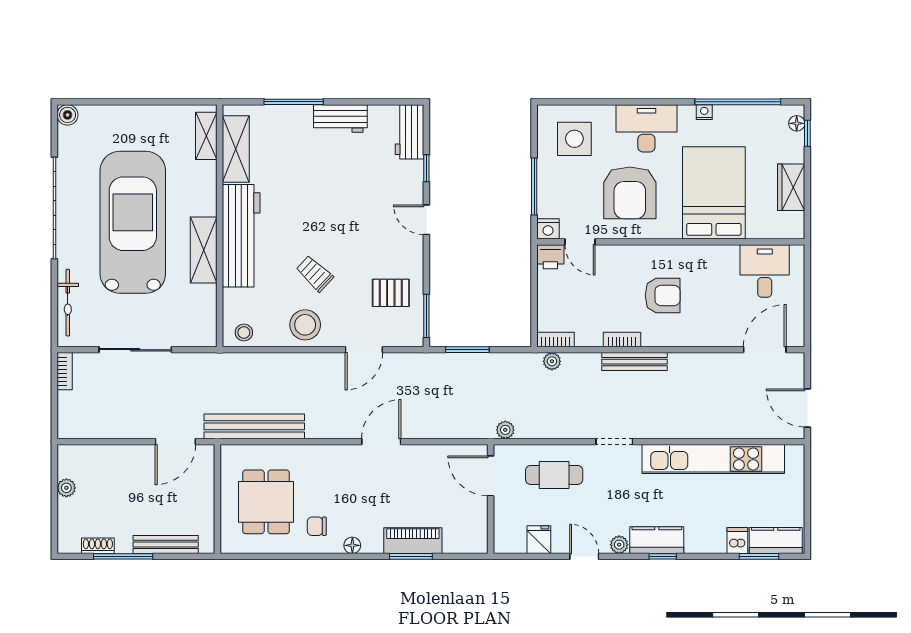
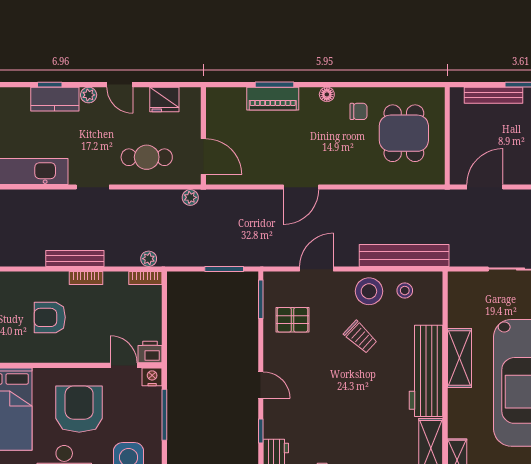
stool: (244, 333) -> (405, 291), moved
bench: (254, 426) -> (404, 255), moved
fridge: (539, 540) -> (164, 99), width x1.38

